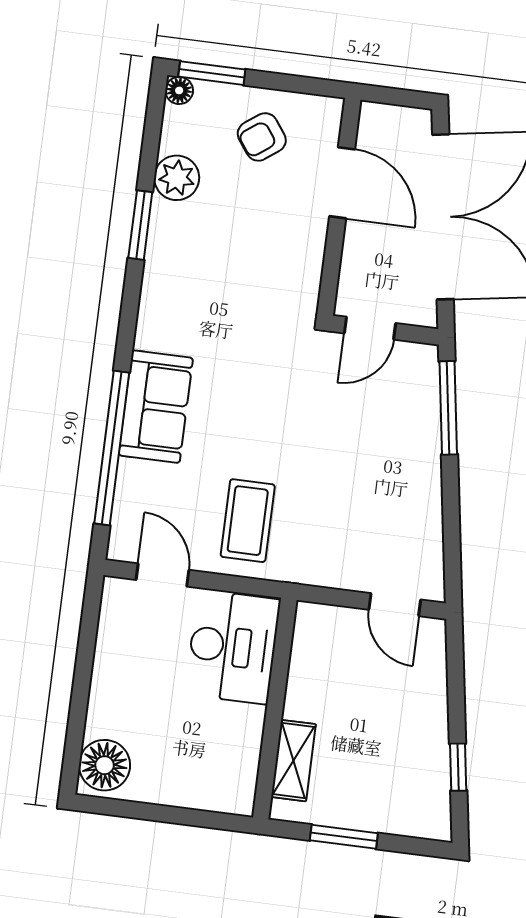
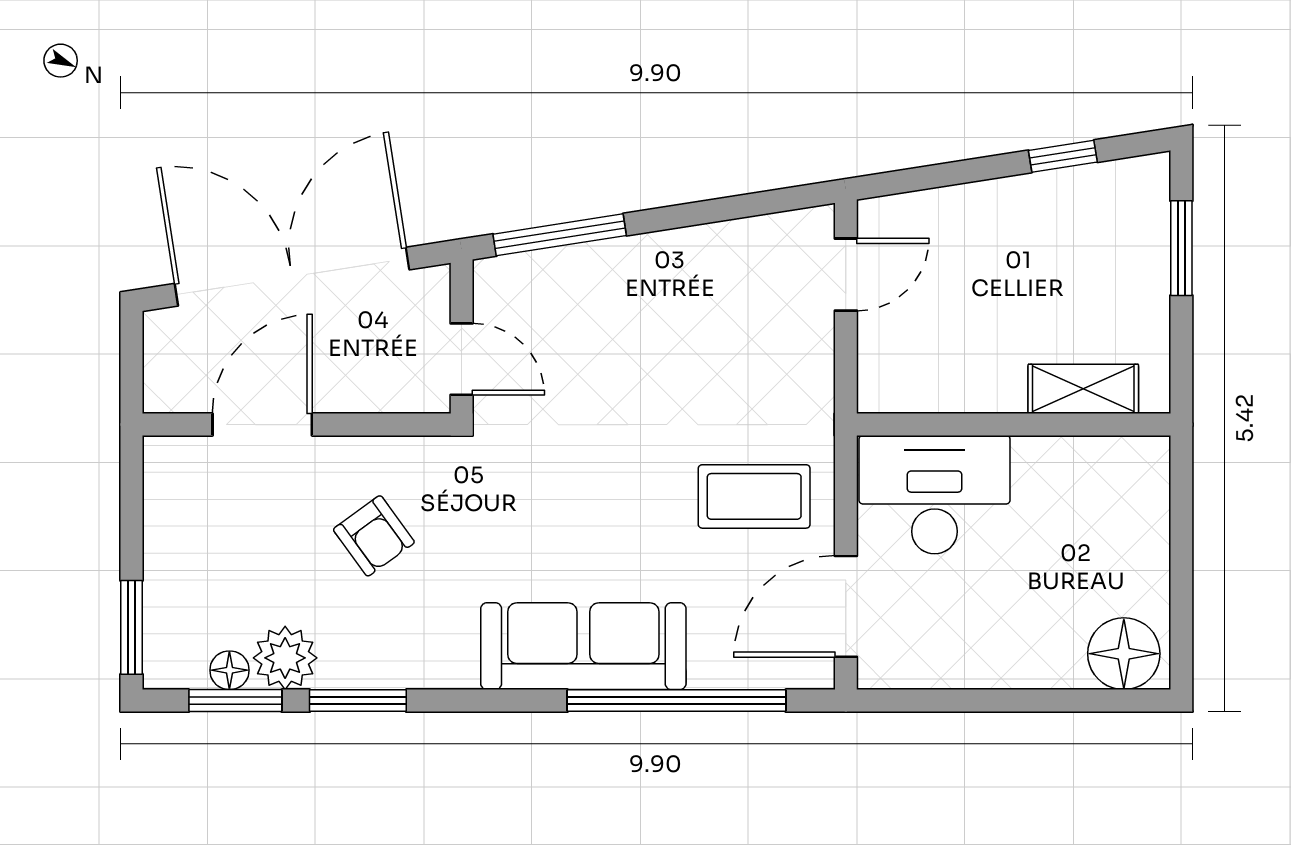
floor lamp: (179, 90) -> (229, 670), moved
armchair: (262, 137) -> (374, 536), moved
window: (151, 139) -> (235, 701), added
sofa: (156, 407) -> (583, 646), width x1.36
door: (163, 575) -> (846, 606), width x1.38
window: (344, 837) -> (1181, 248), moved

